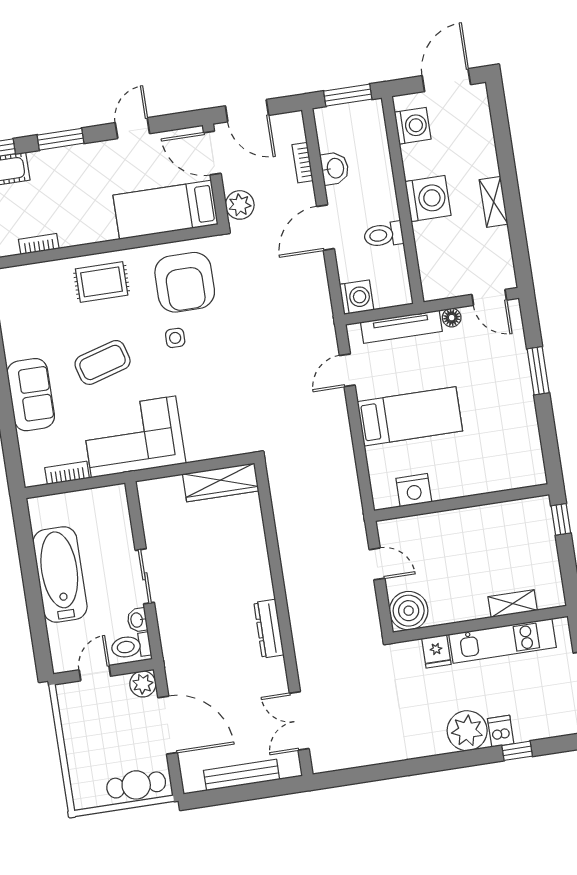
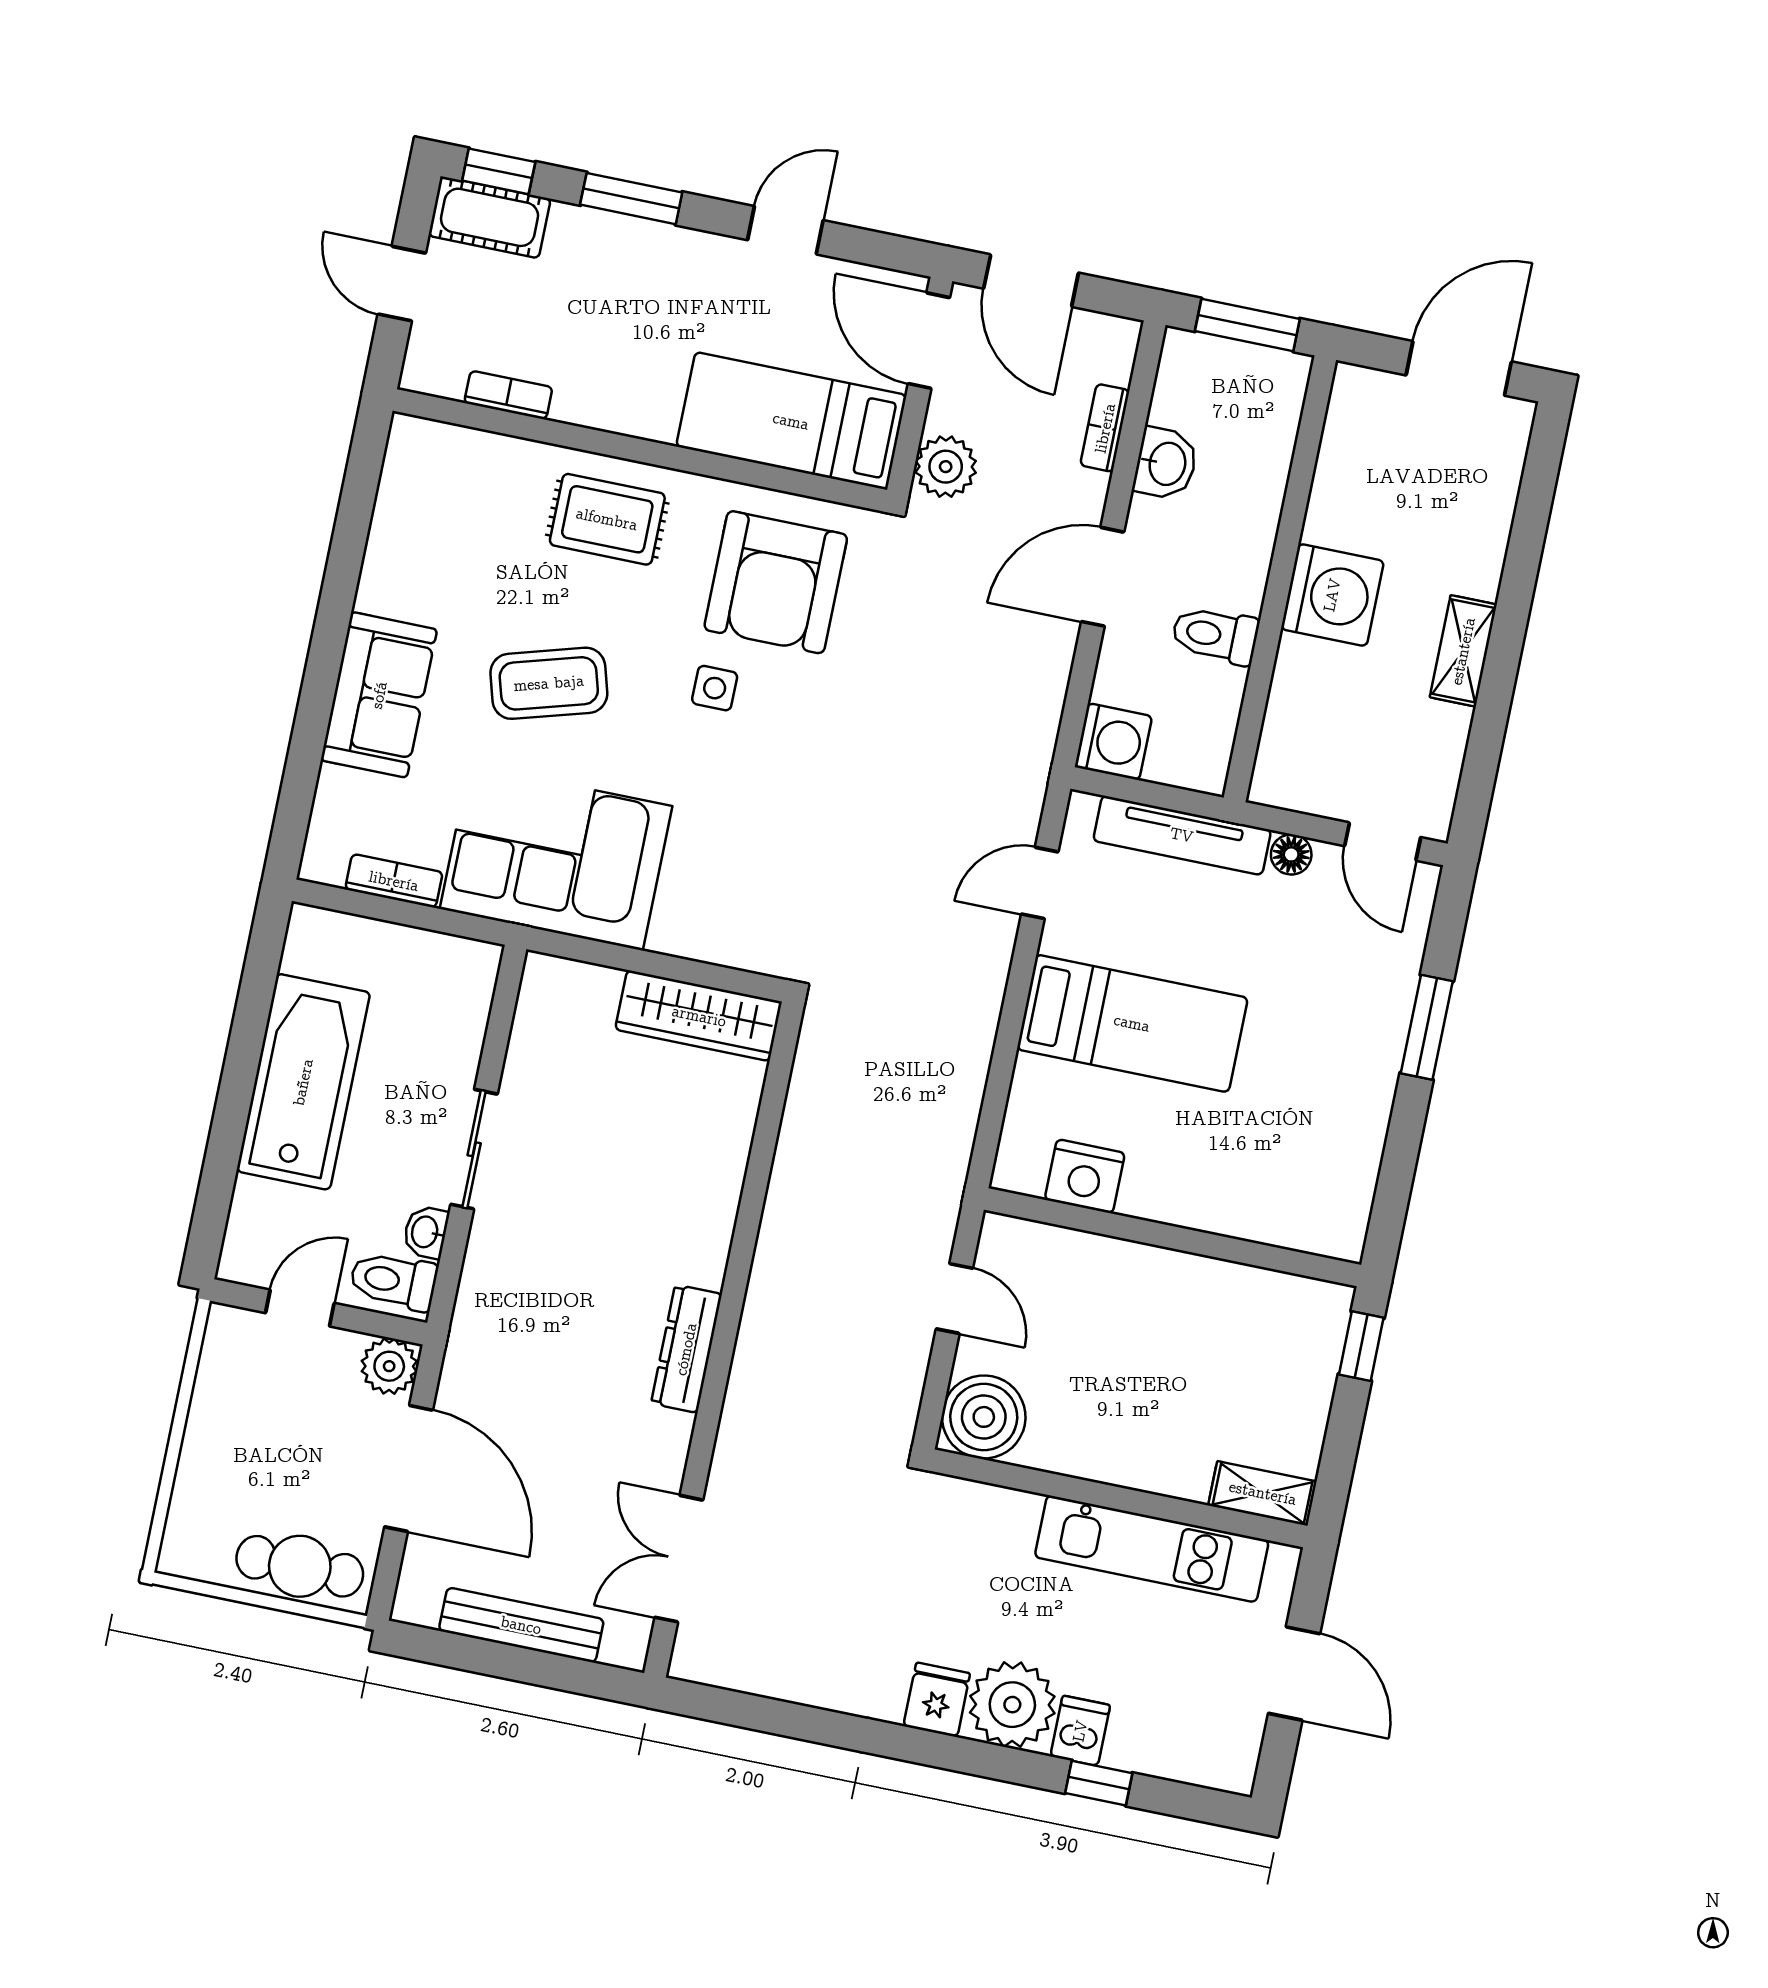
washing machine: (413, 126) -> (1356, 436), removed
shelving: (513, 604) -> (1263, 1493), moved
fridge: (436, 651) -> (937, 1700), moved, turned 180

